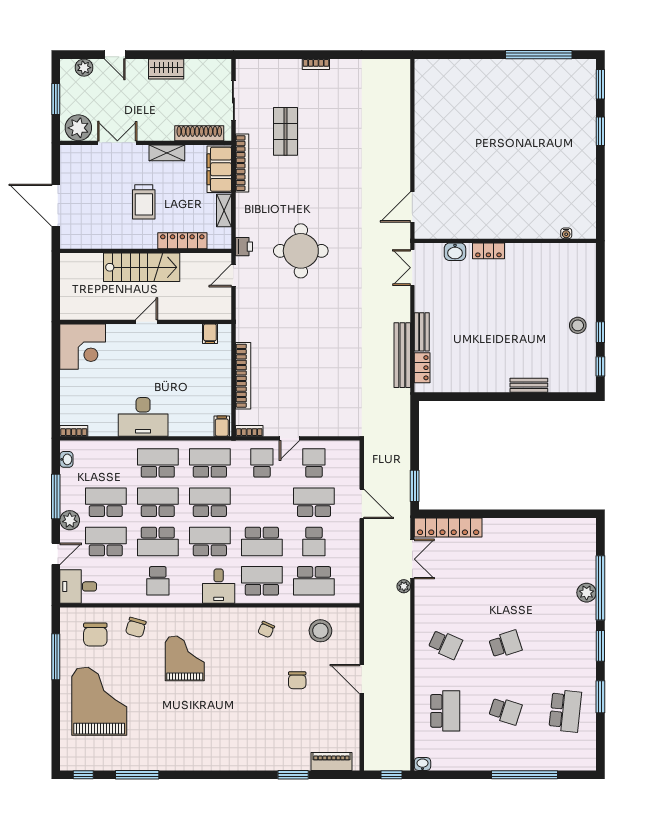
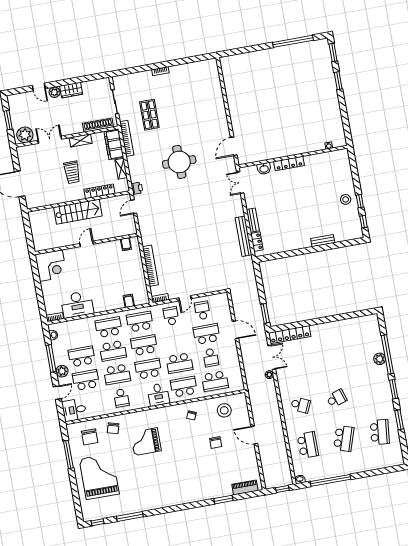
plant: (84, 68) -> (54, 92), moved
round table: (301, 251) -> (179, 162), moved
locker: (488, 251) -> (289, 164), width x1.53
desk: (143, 417) -> (77, 304), moved
filing cabinet: (222, 426) -> (129, 301), moved
school desk: (158, 502) -> (113, 351), turned 180
grand piano: (185, 658) -> (146, 442), turned -90
school desk: (505, 711) -> (344, 438), width x1.85
window: (524, 775) -> (331, 480), moved

